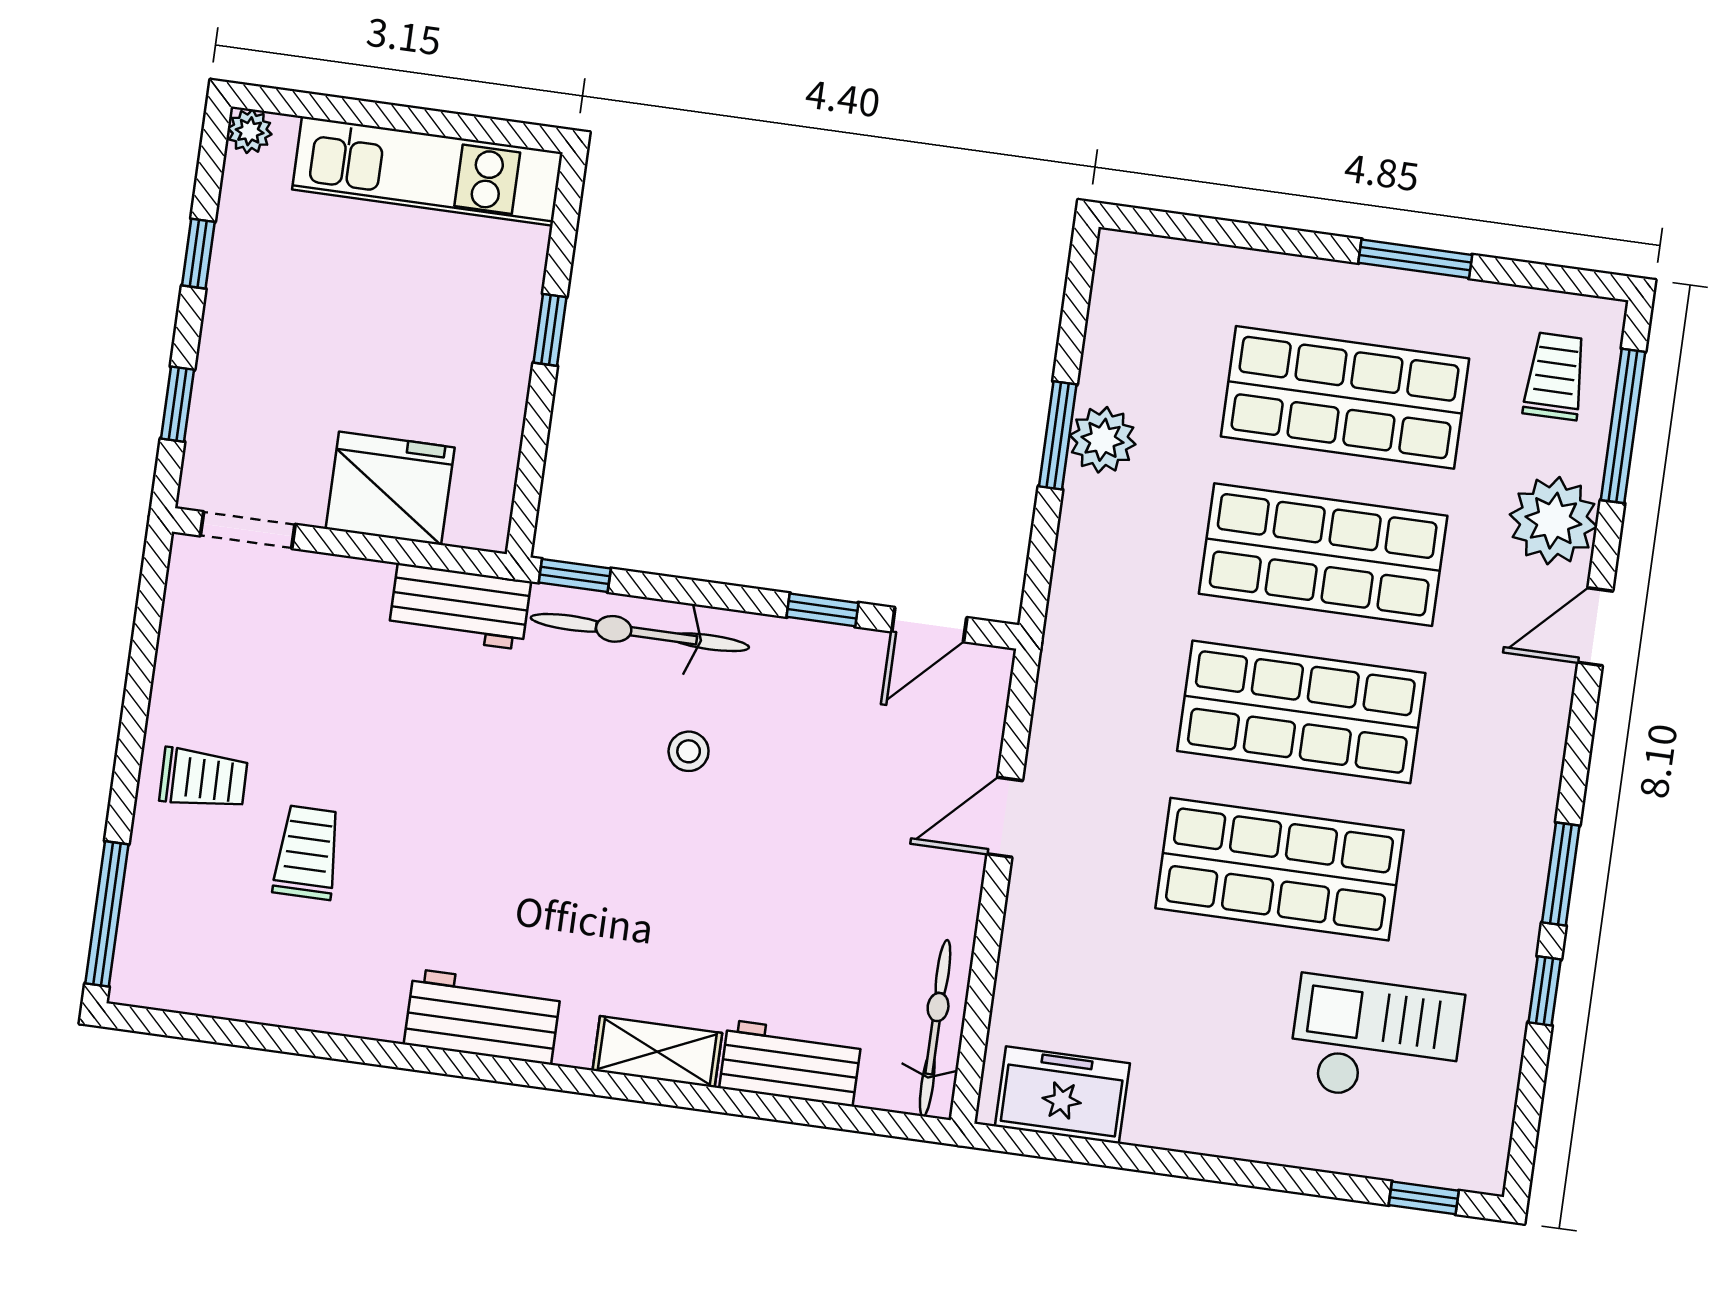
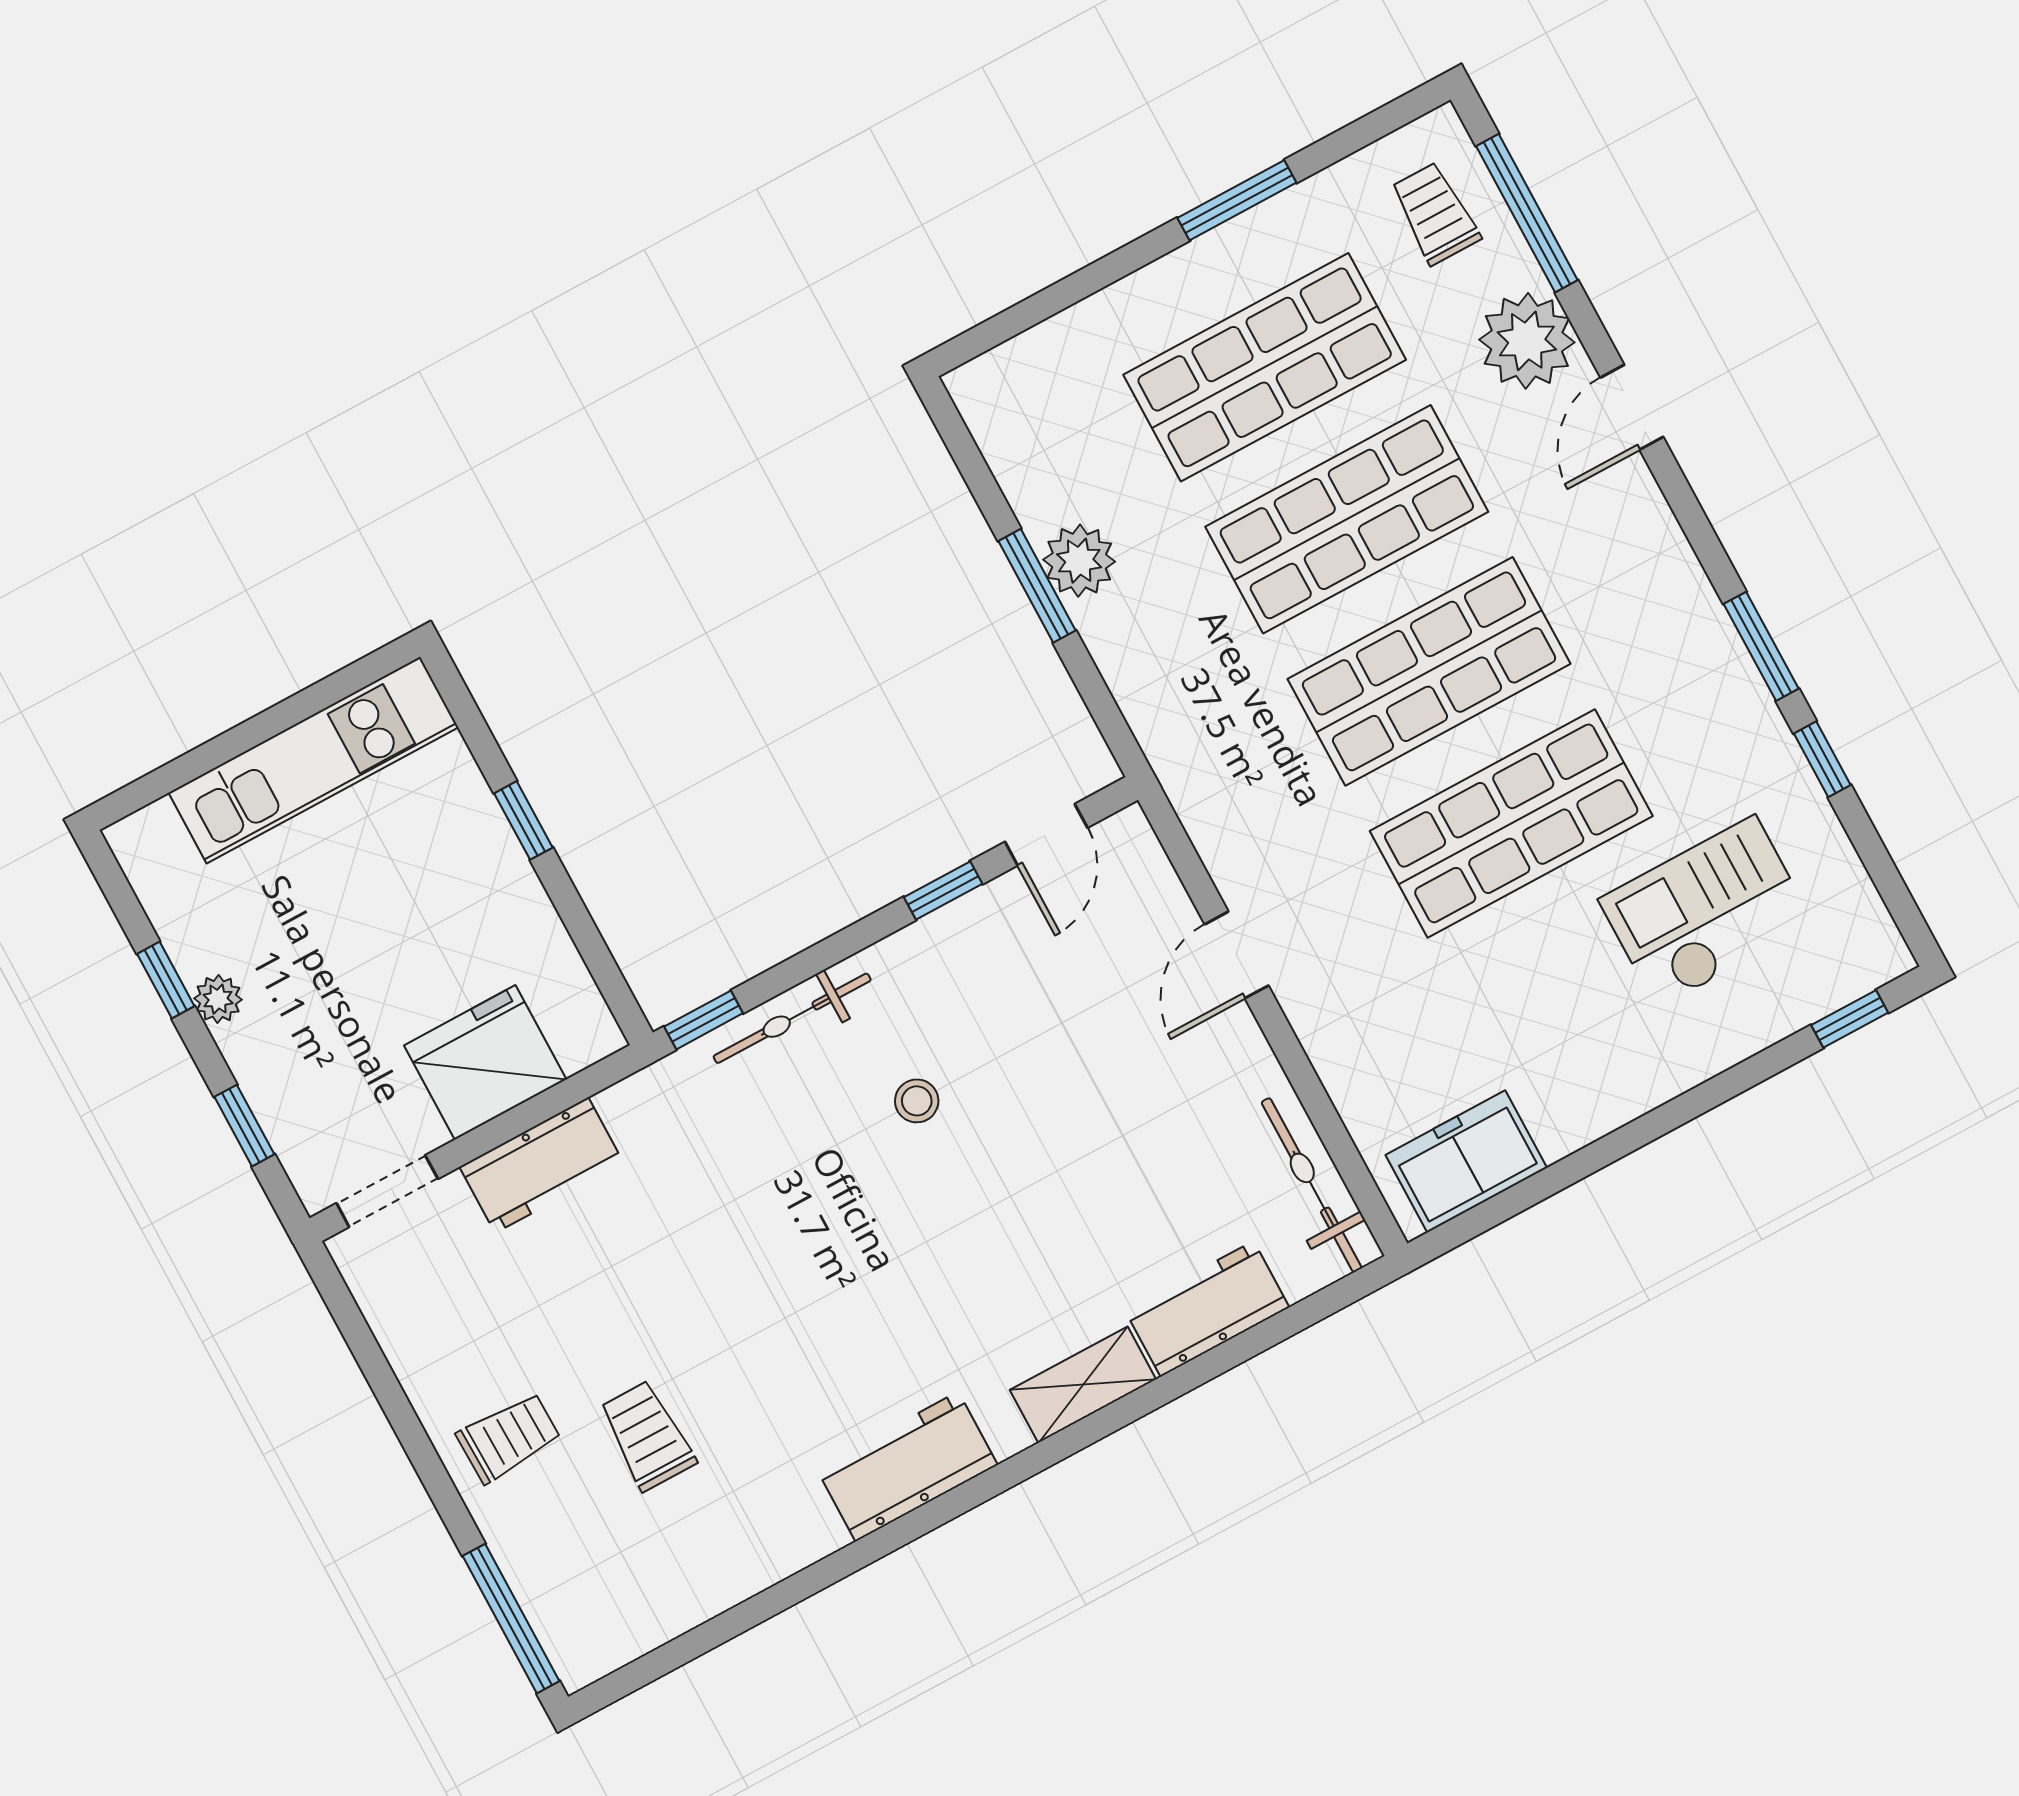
plant: (250, 131) -> (218, 999), moved
workbench: (460, 607) -> (542, 1165), moved
bicycle: (640, 633) -> (792, 1018), width x0.73, depth x0.71

